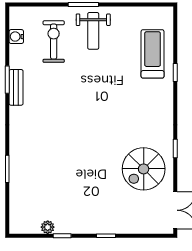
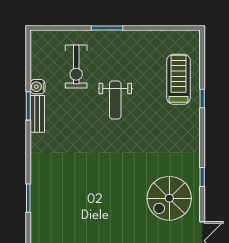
weight bench: (93, 31) -> (115, 100), moved
water cooler: (16, 37) -> (37, 87), moved
exercise bike: (54, 42) -> (76, 66), turned 180

